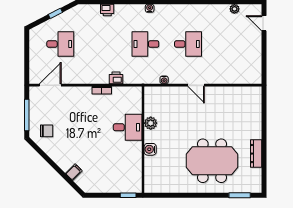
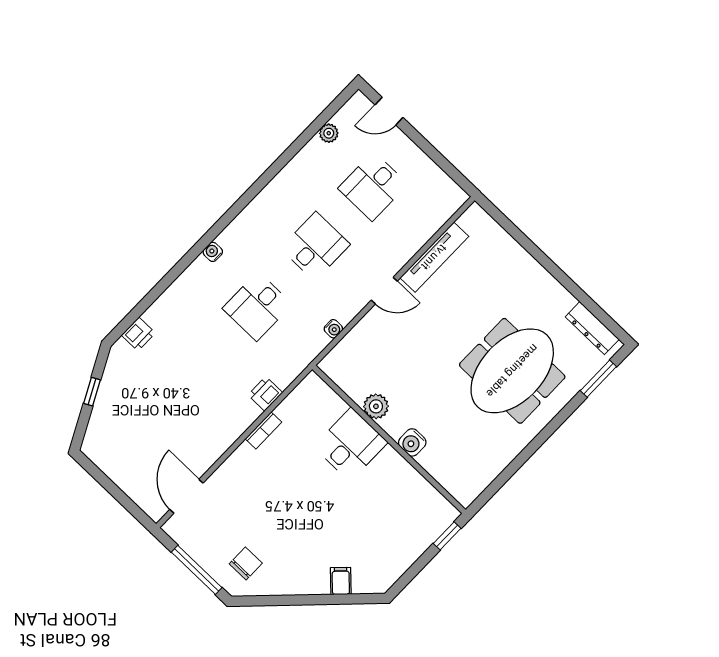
printer: (107, 10) -> (138, 334), moved
desk: (60, 44) -> (373, 186), moved, turned 180
tv unit: (226, 92) -> (434, 257), added
dresser: (256, 154) -> (592, 328), moved

